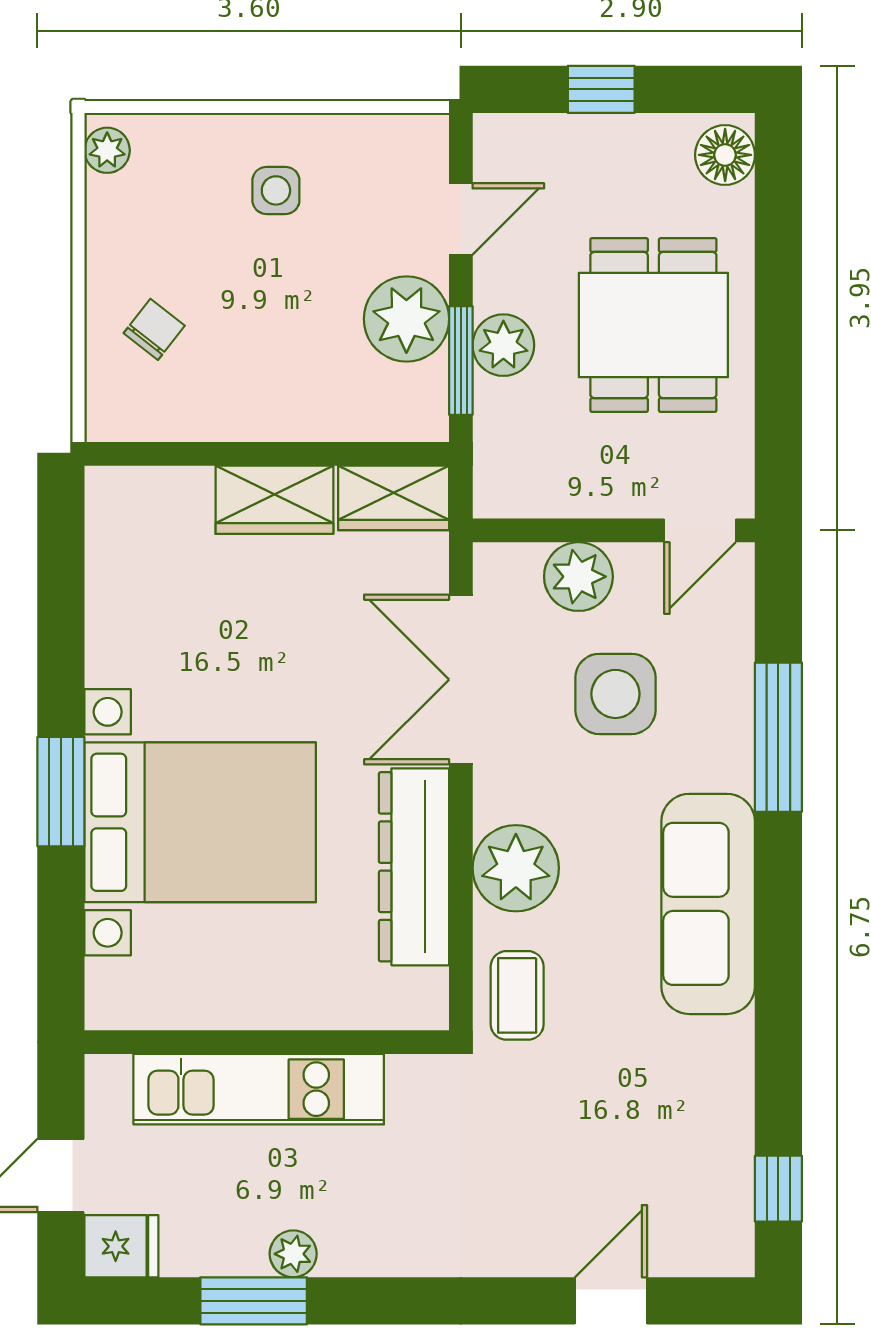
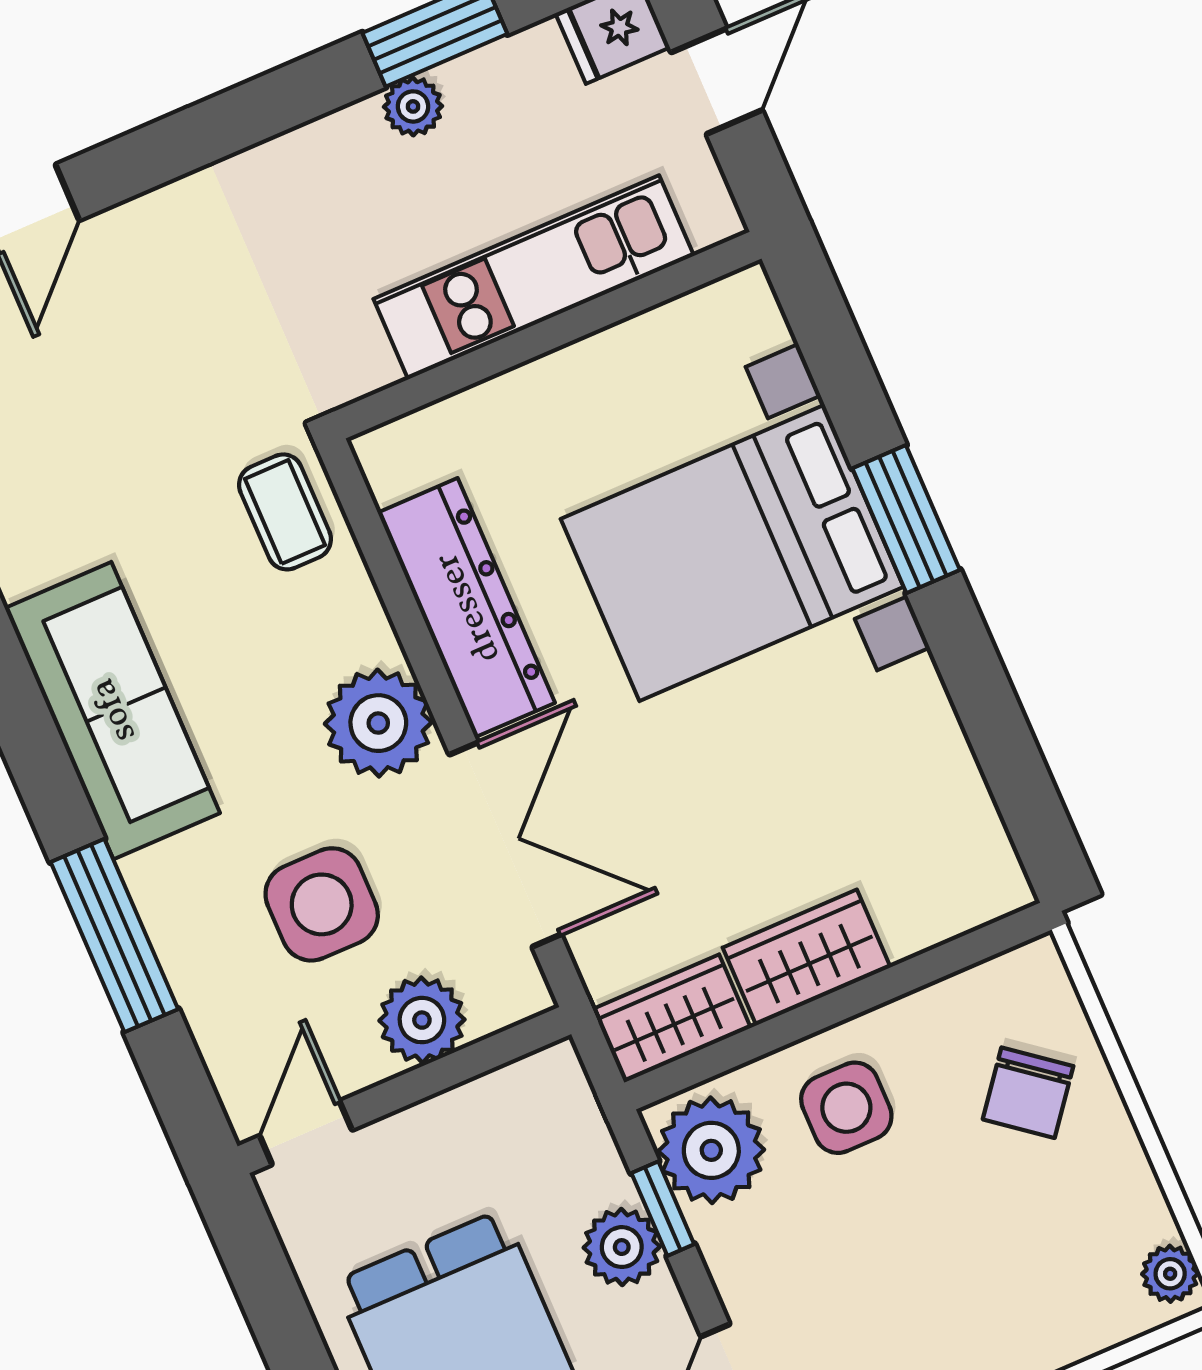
side table: (276, 190) -> (846, 1108), moved, width x1.37, depth x1.37
plant: (406, 319) -> (711, 1150), moved
chair: (154, 329) -> (1028, 1093), width x1.37, depth x1.37
window: (461, 360) -> (663, 1209), width x0.67
plant: (516, 868) -> (378, 723), moved

